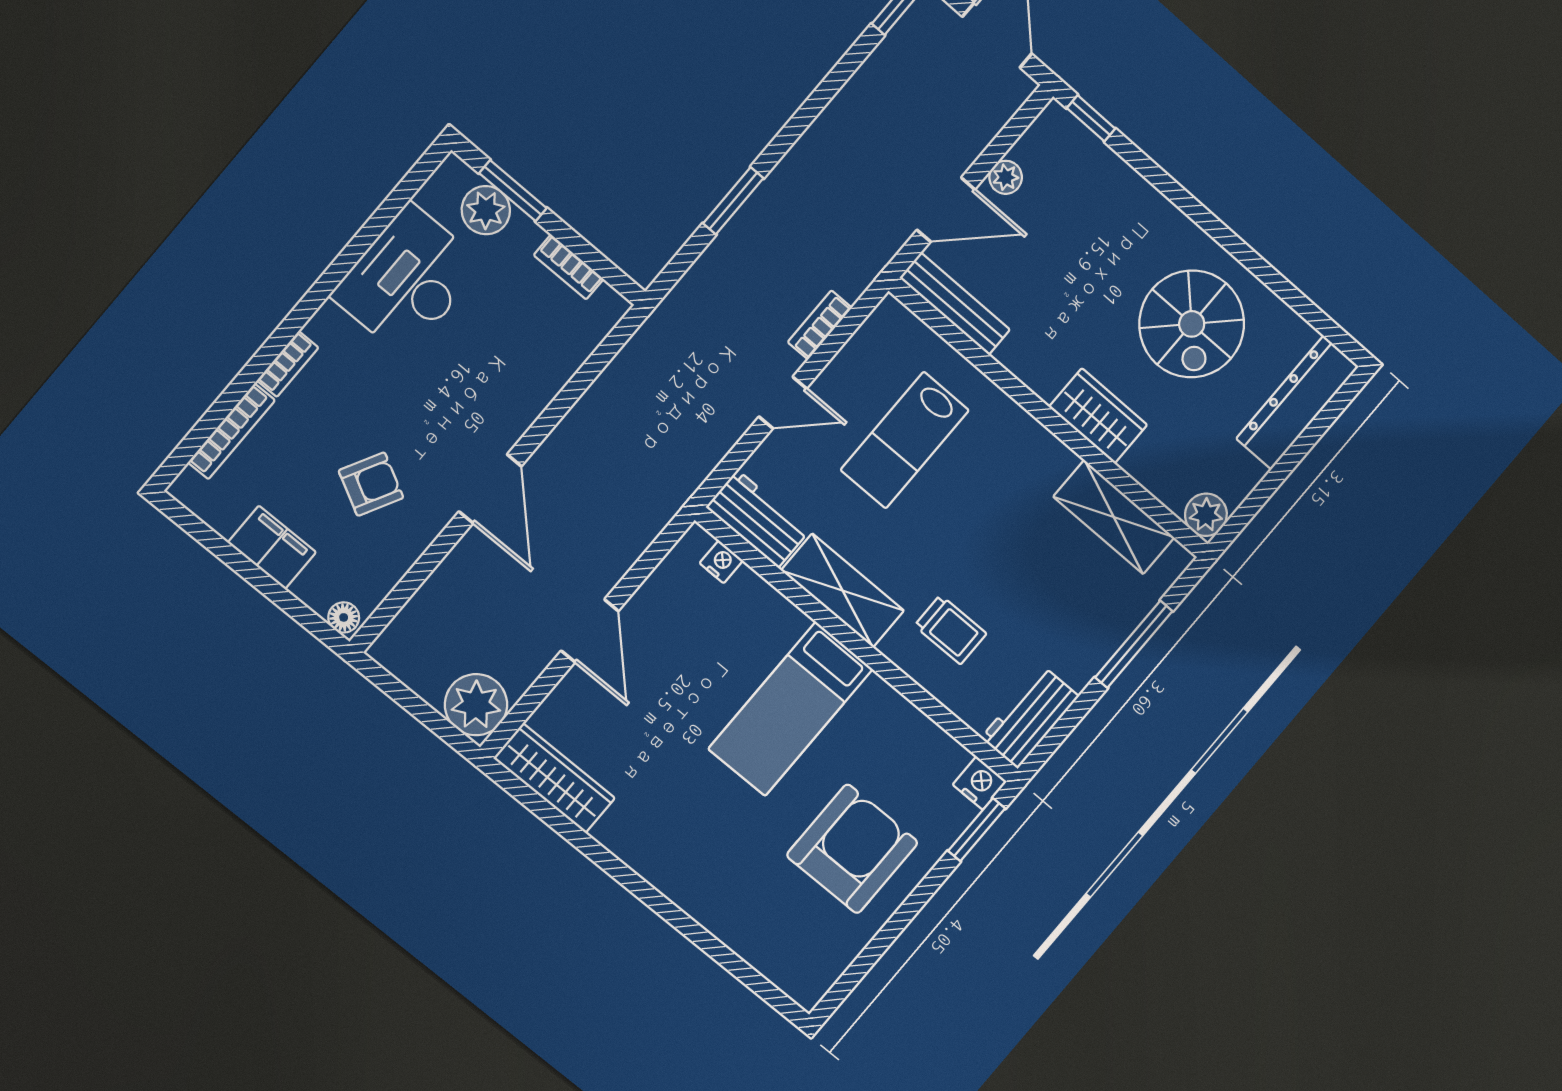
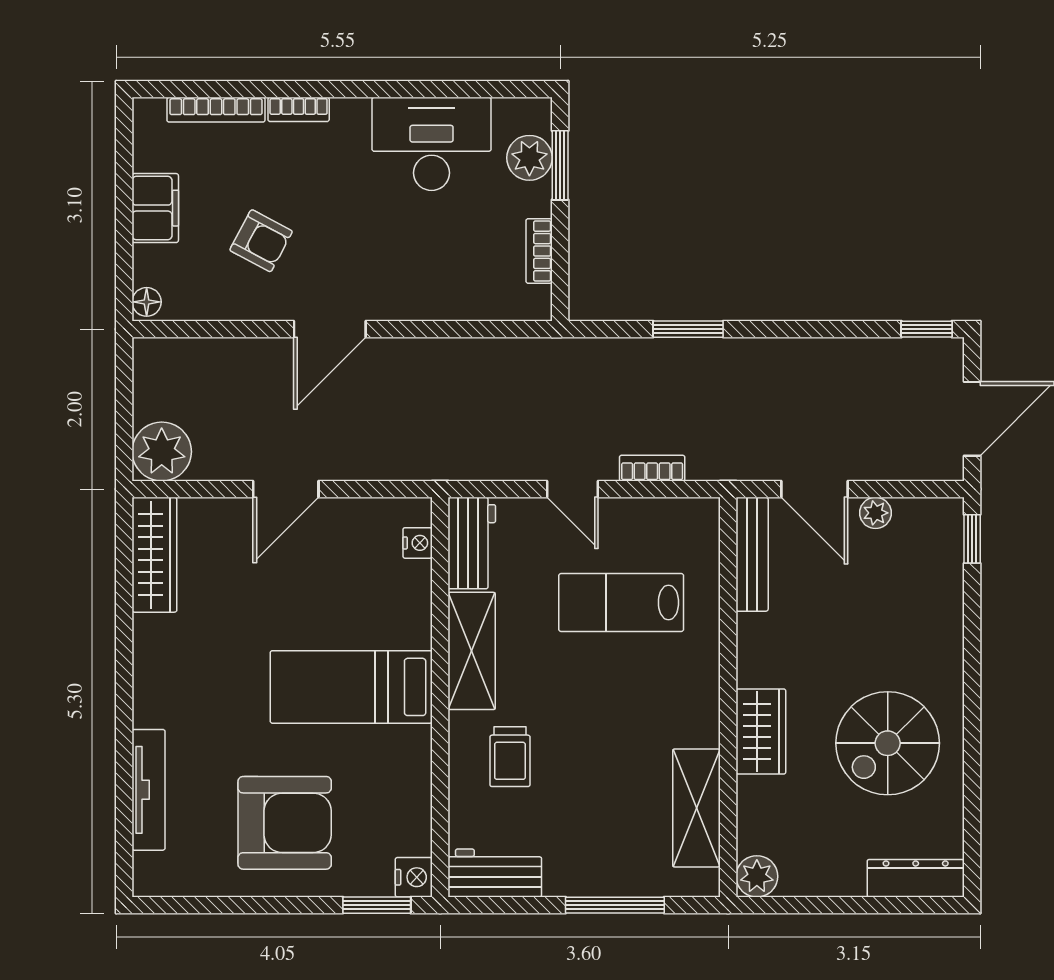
dresser: (1297, 403) -> (916, 878), width x0.73, depth x0.80
tv unit: (736, 934) -> (148, 790), added

